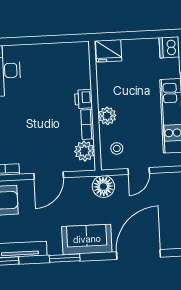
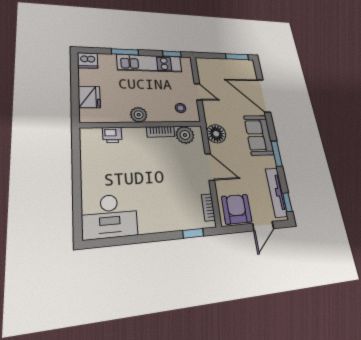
fridge: (109, 51) -> (89, 97), moved
printer: (84, 99) -> (112, 135), moved
plant: (107, 116) -> (139, 115), moved
floor lamp: (103, 186) -> (216, 134), moved

